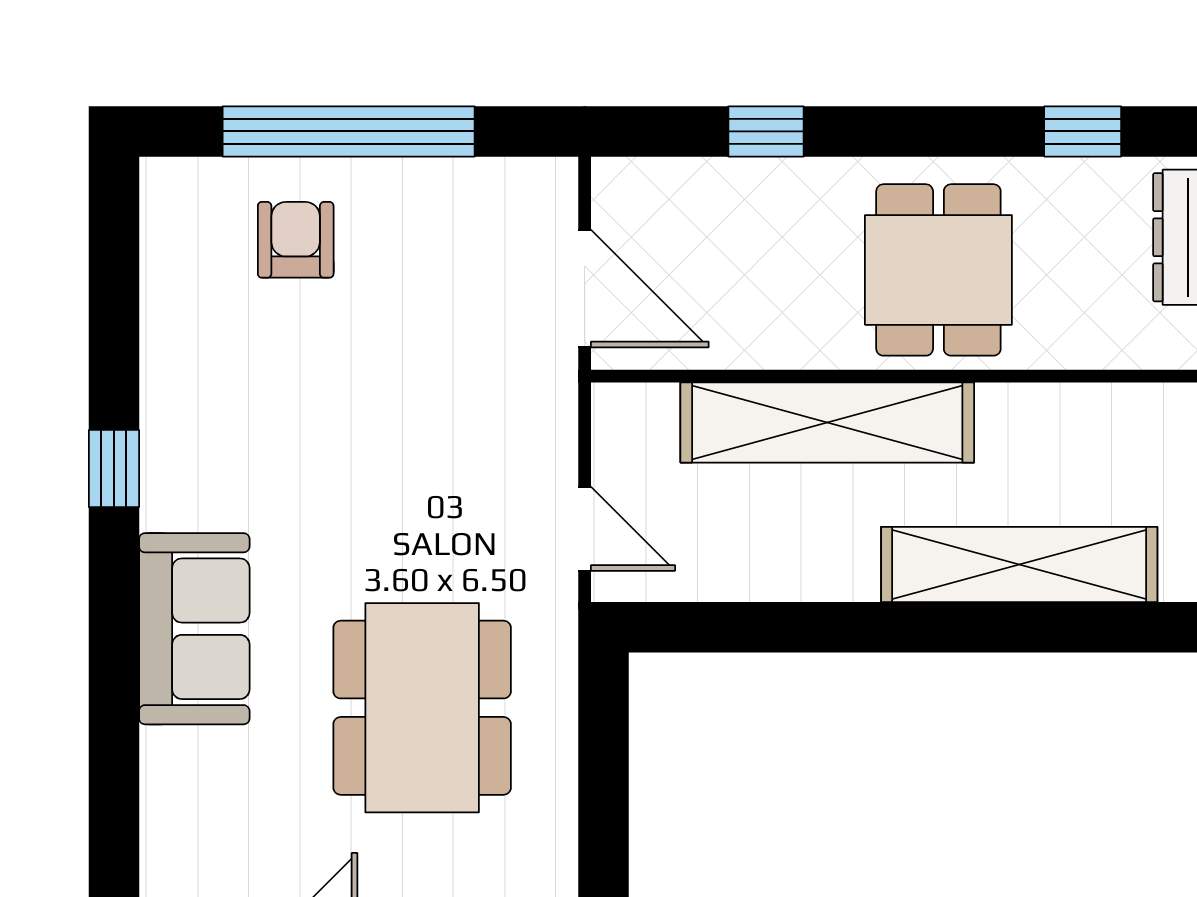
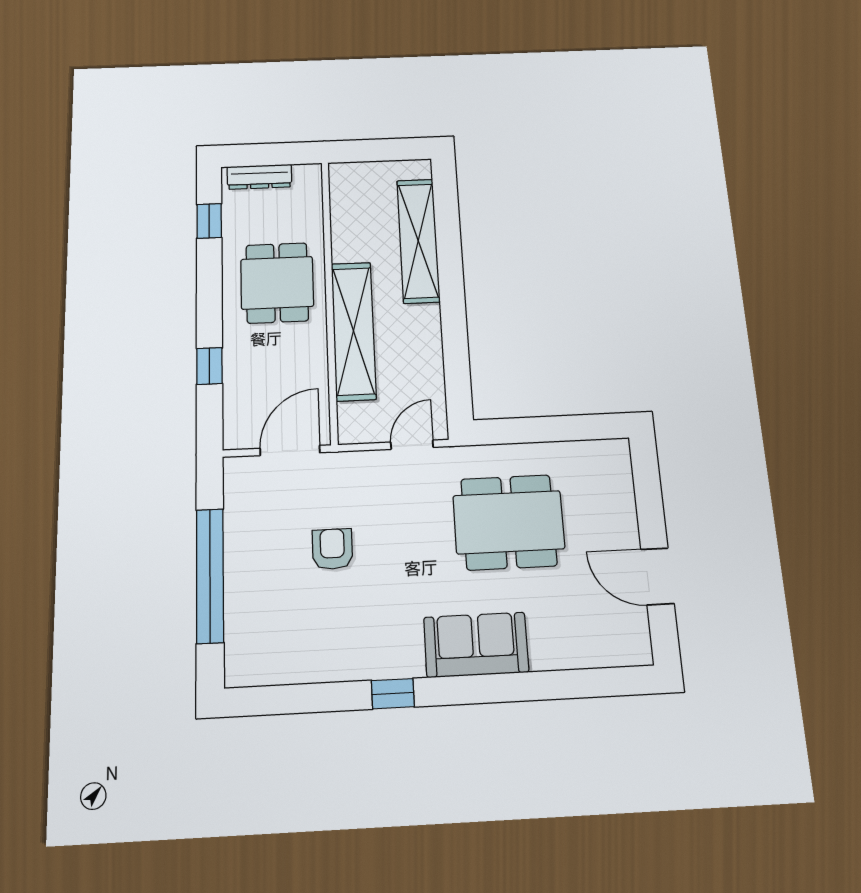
armchair: (296, 240) -> (332, 549), moved, turned 90
dining table: (938, 270) -> (277, 283), turned 90

